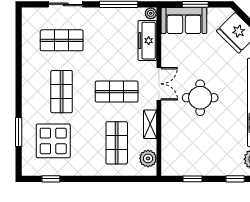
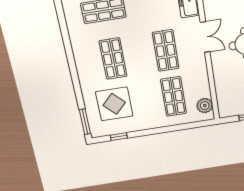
shop shelf: (117, 92) -> (166, 51), turned 90
shelving: (150, 124) -> (202, 75), removed
window: (19, 132) -> (85, 122), moved

